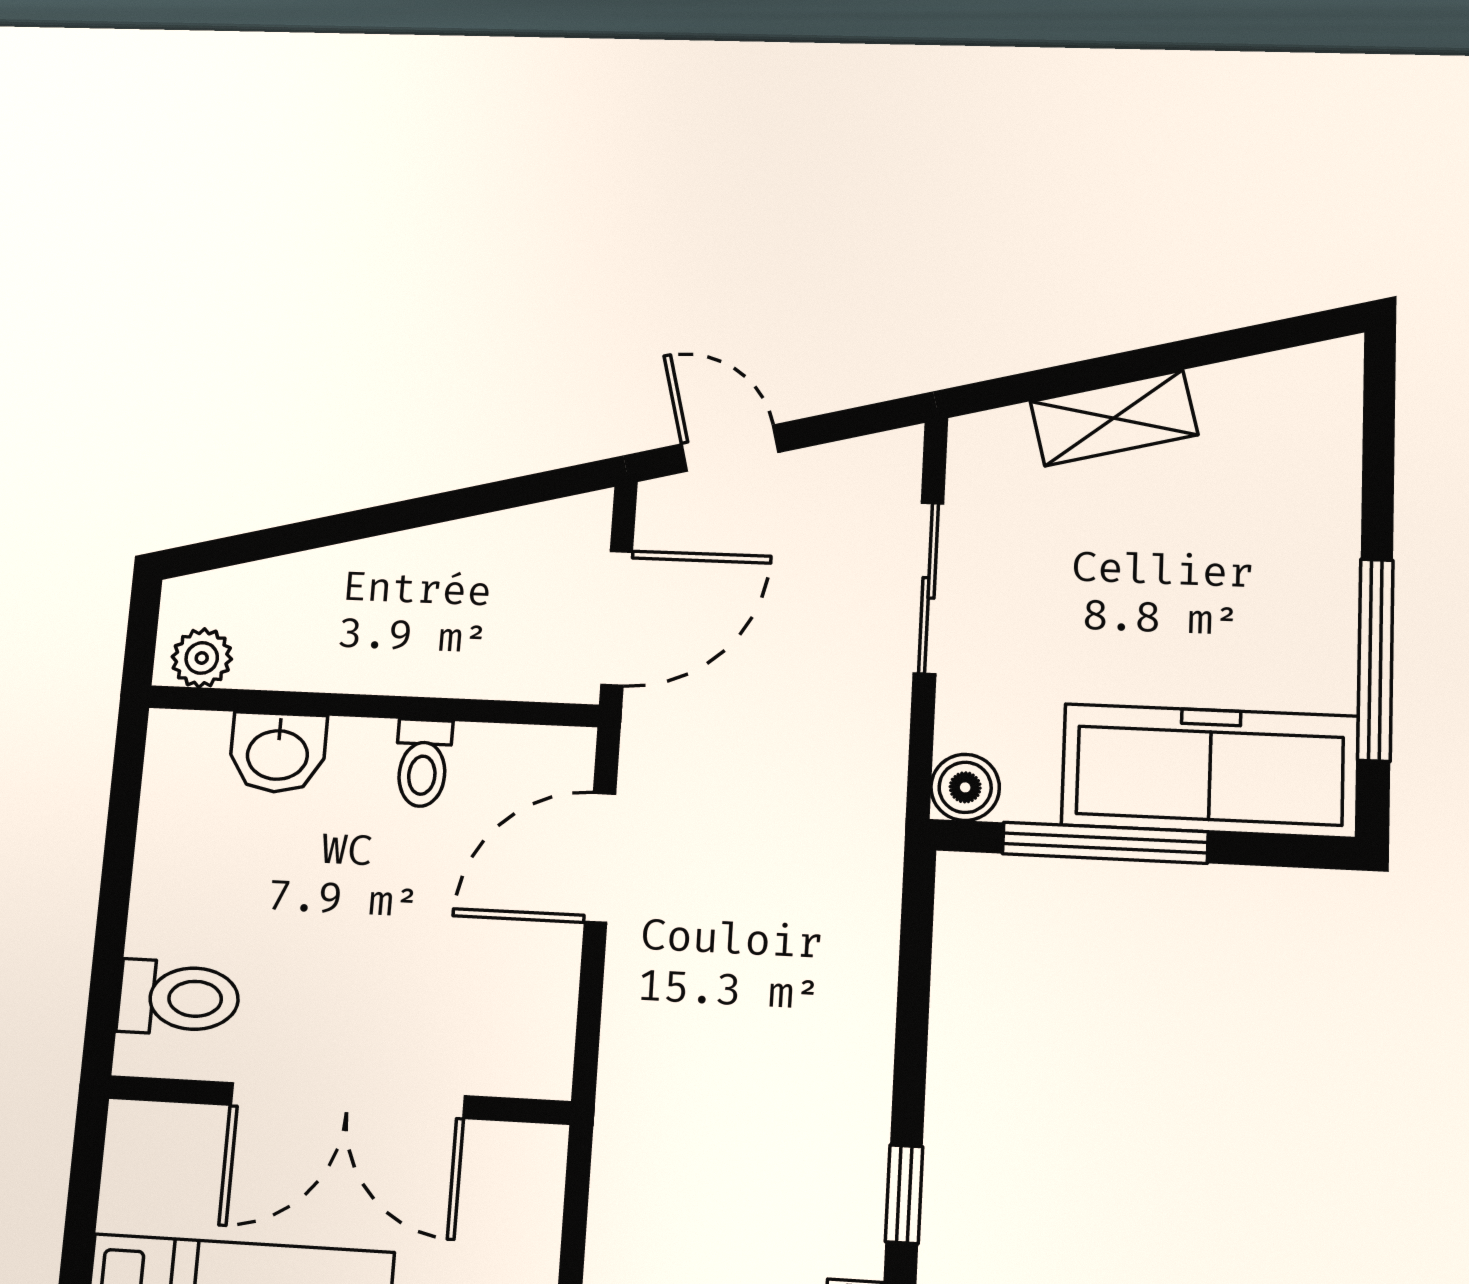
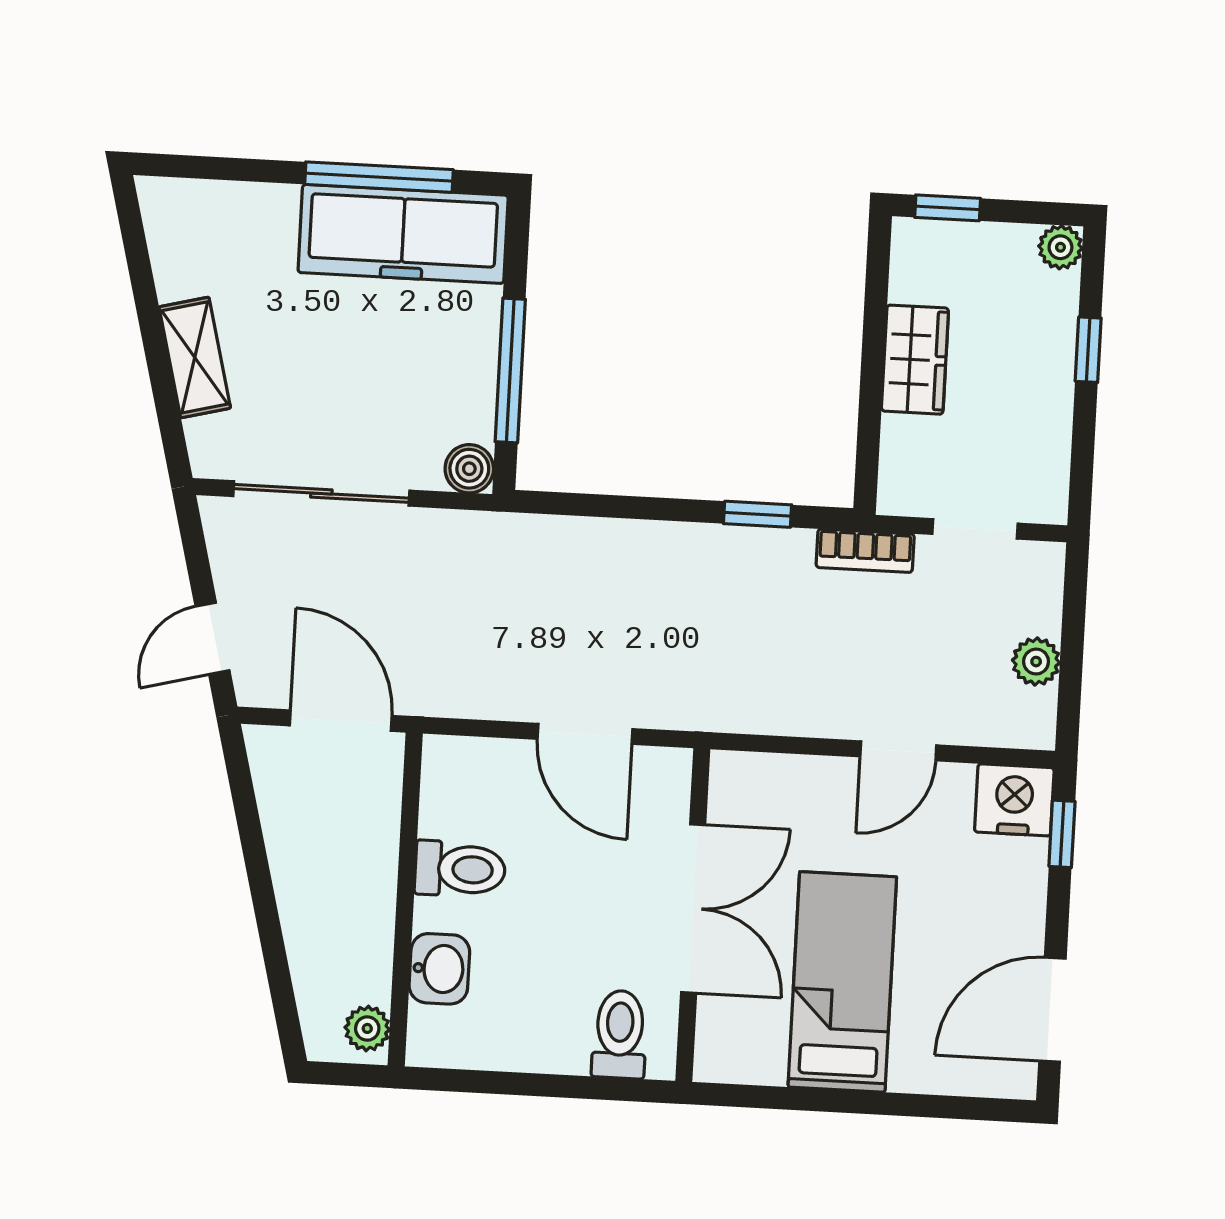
sliding door: (929, 588) -> (321, 493), width x1.37
toilet: (423, 763) -> (460, 869), width x1.37, depth x1.39
freezer: (1210, 771) -> (403, 234), moved, turned -90
door: (600, 858) -> (585, 734), moved

